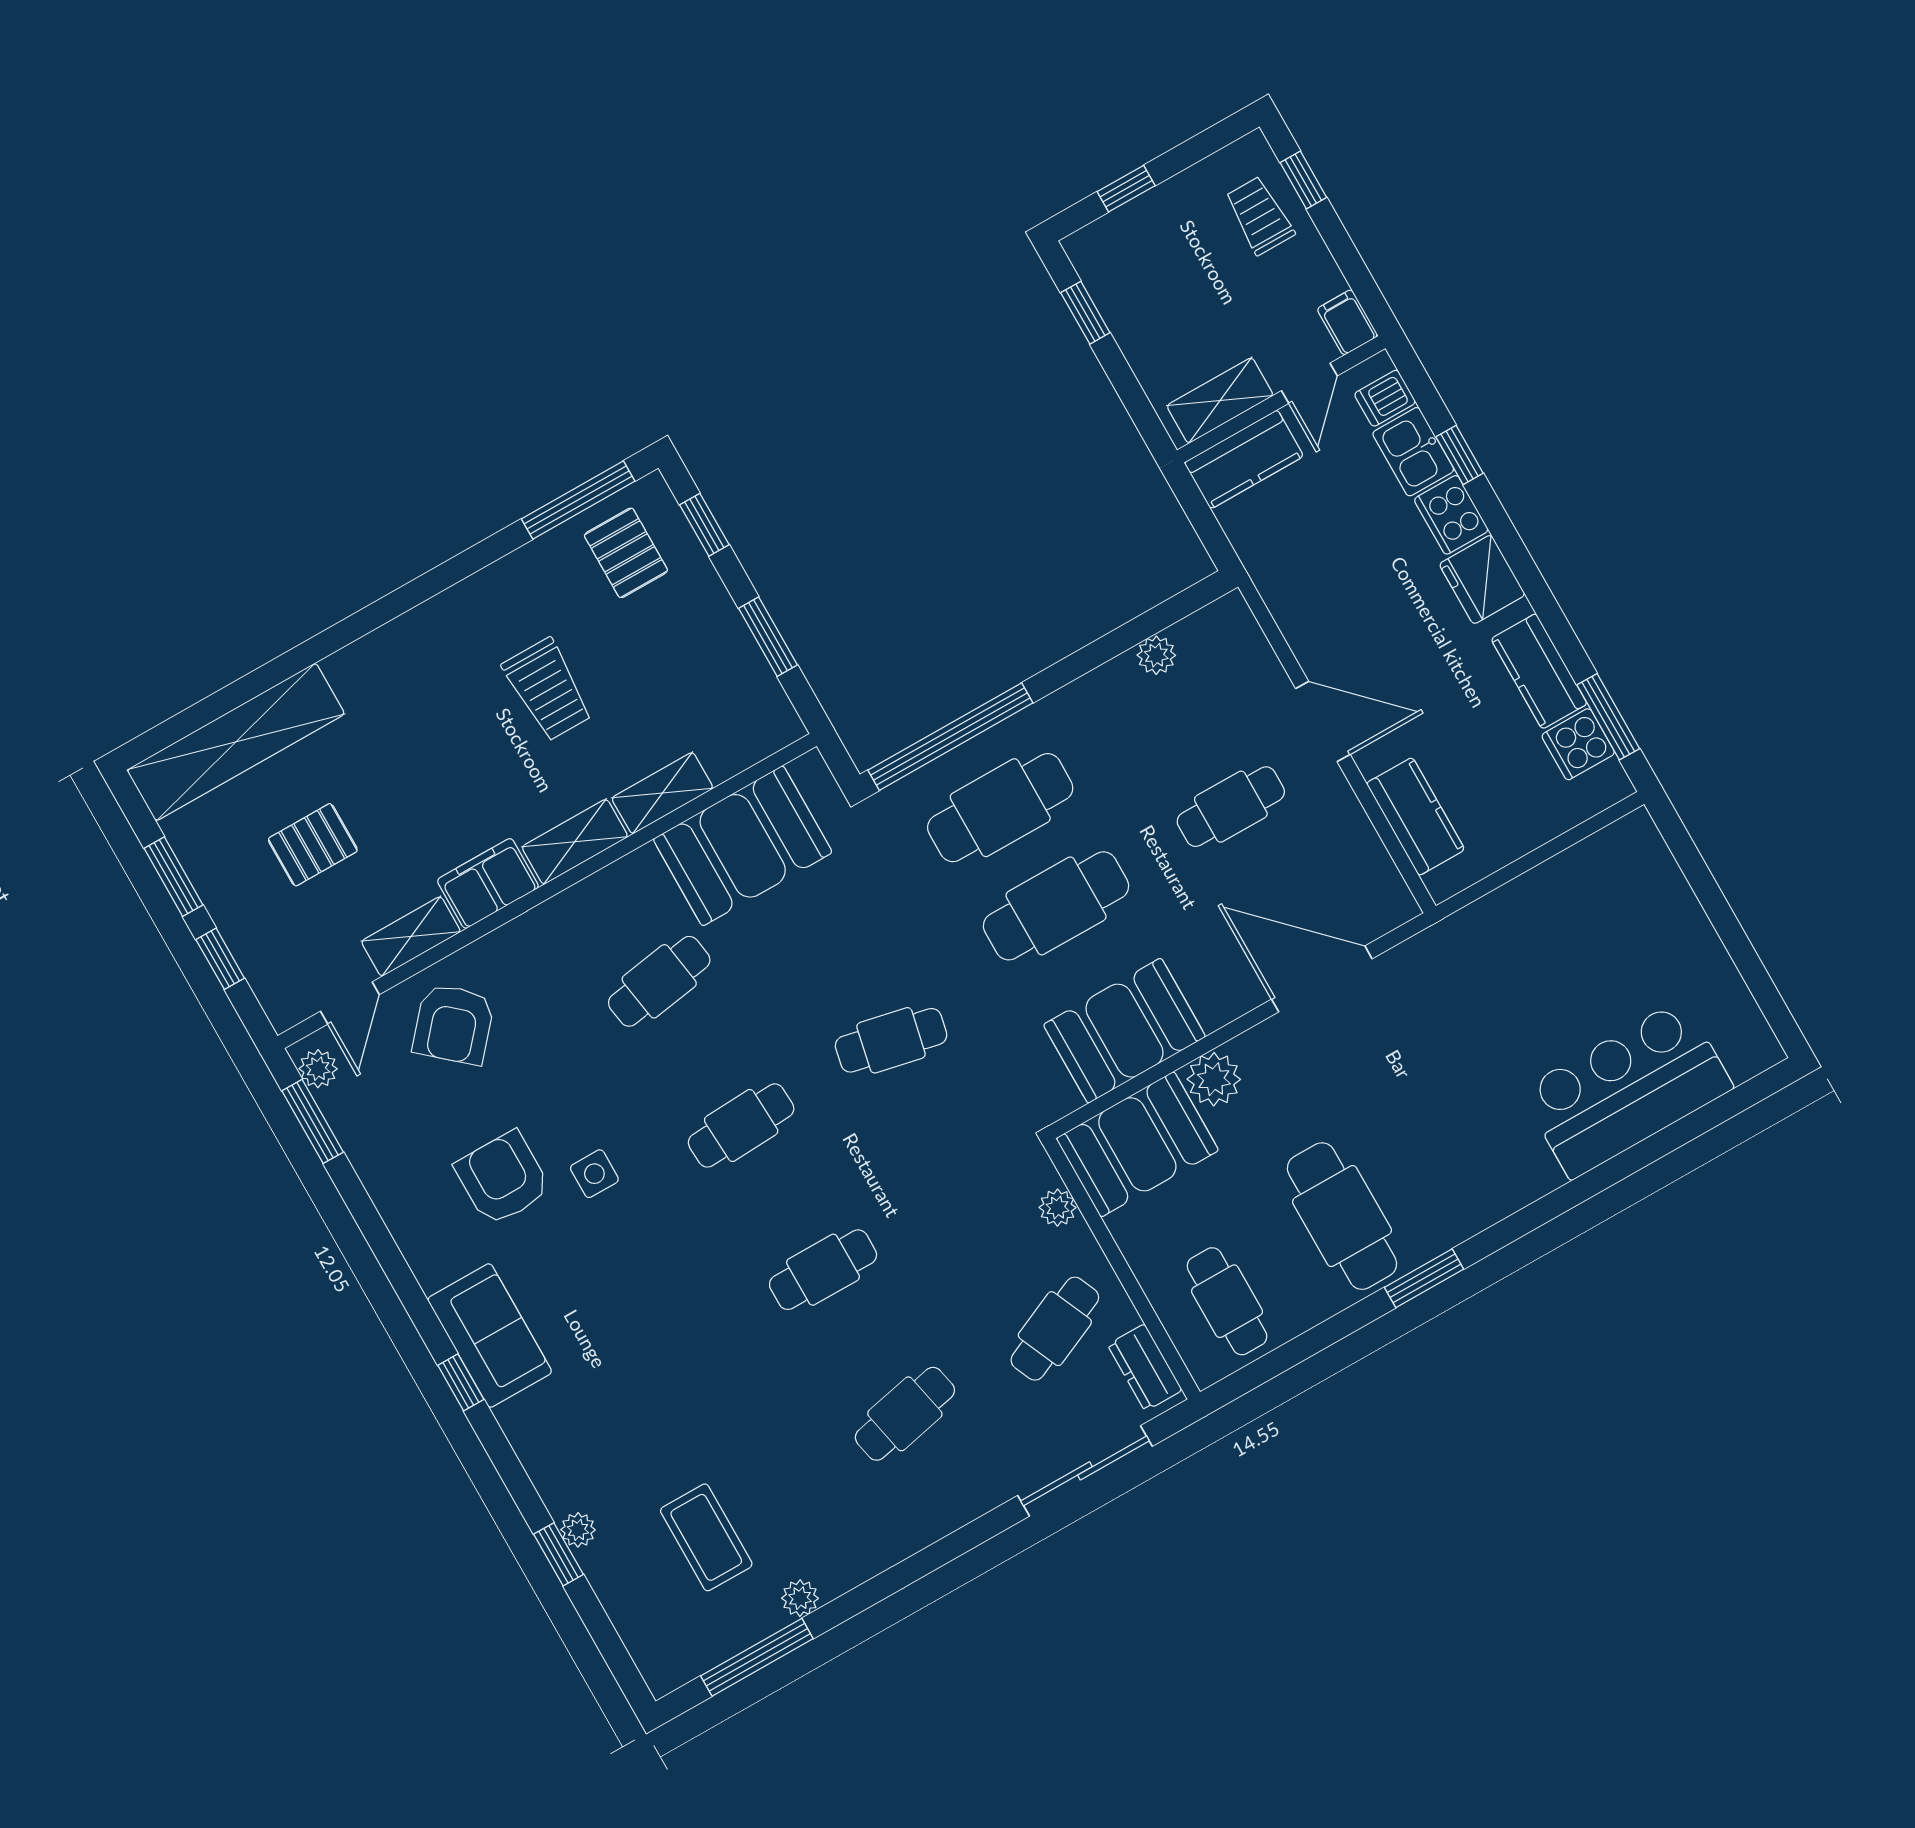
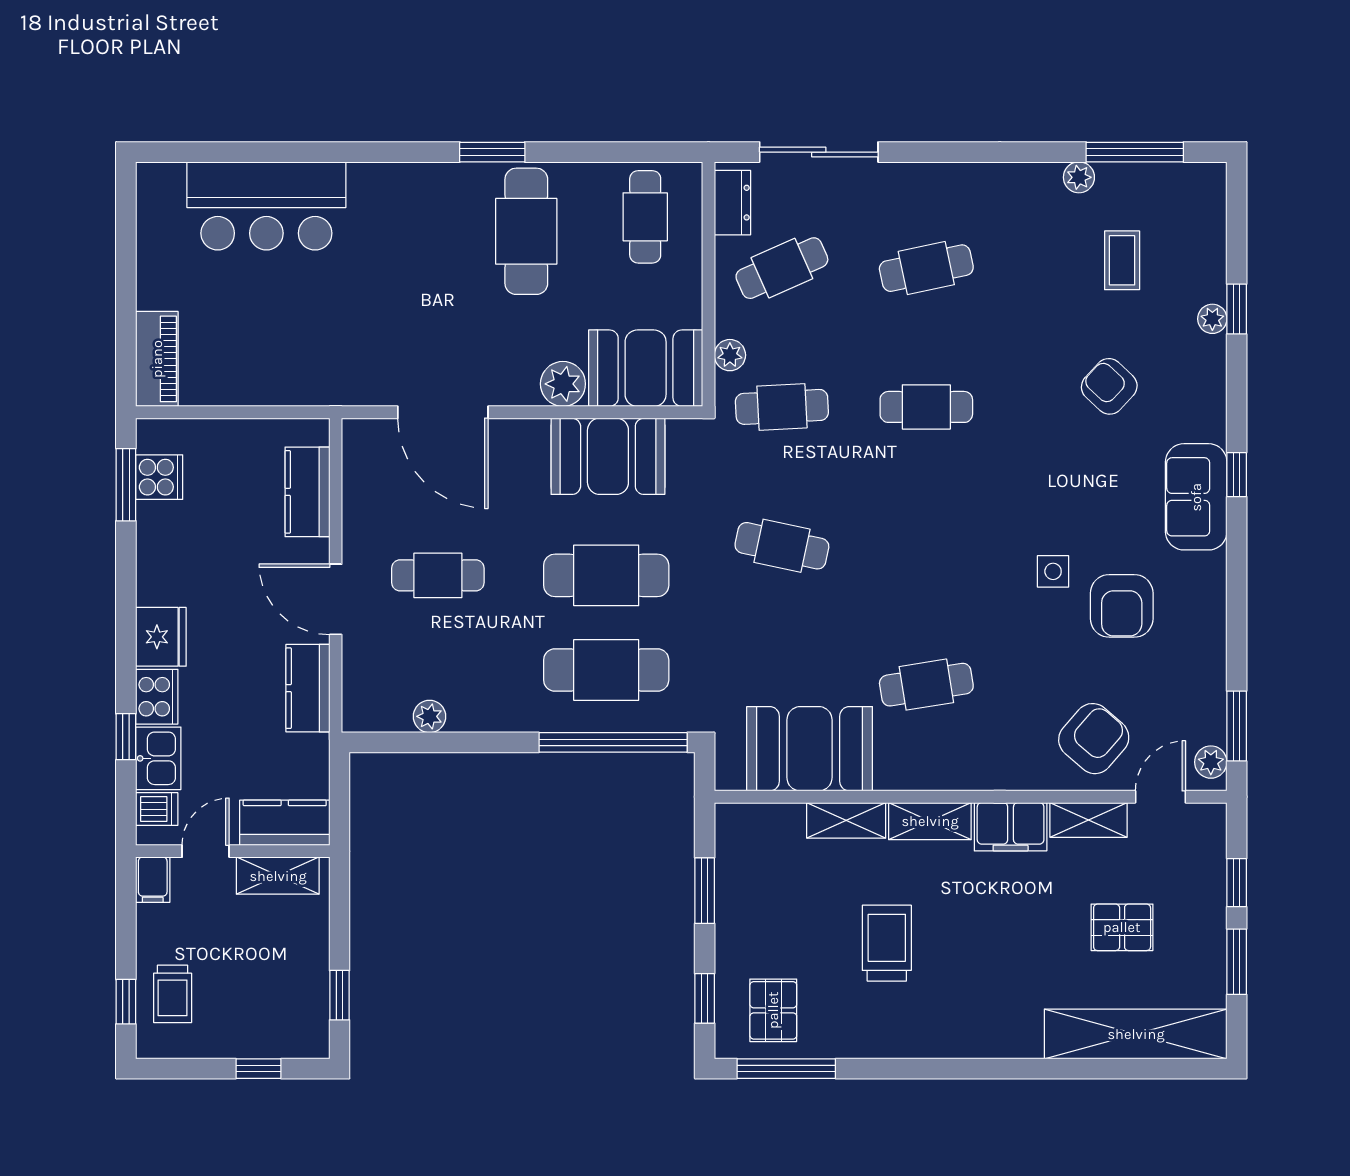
kitchen counter: (1539, 671) -> (308, 688), moved, turned 180
piano: (1650, 866) -> (157, 359), added
cafe table: (741, 1125) -> (782, 407), moved
armchair: (645, 1399) -> (1109, 386), added
coffee table: (706, 1537) -> (1122, 260), width x0.73, depth x0.77

